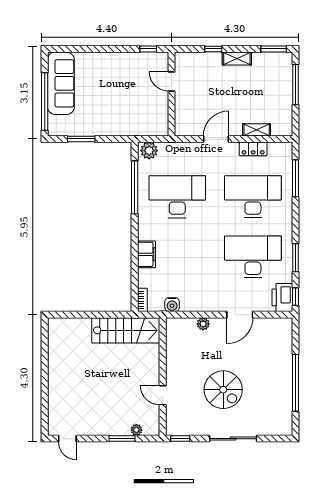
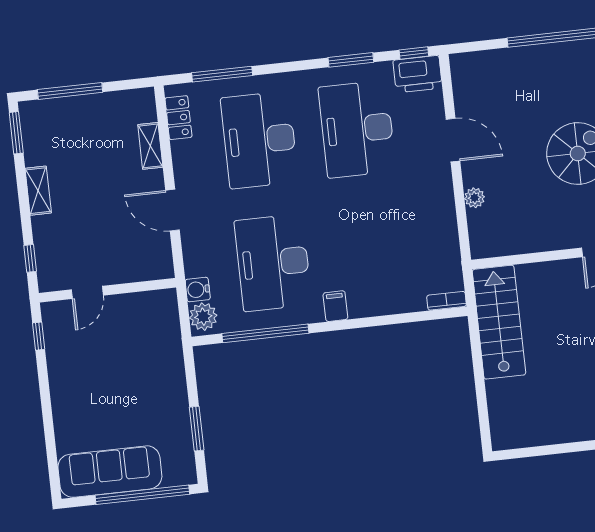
window: (213, 49) -> (30, 258), moved
locker: (253, 149) -> (178, 118), moved
filing cabinet: (147, 254) -> (335, 306), moved, width x0.50
water cooler: (172, 305) -> (198, 290), moved, turned 180

